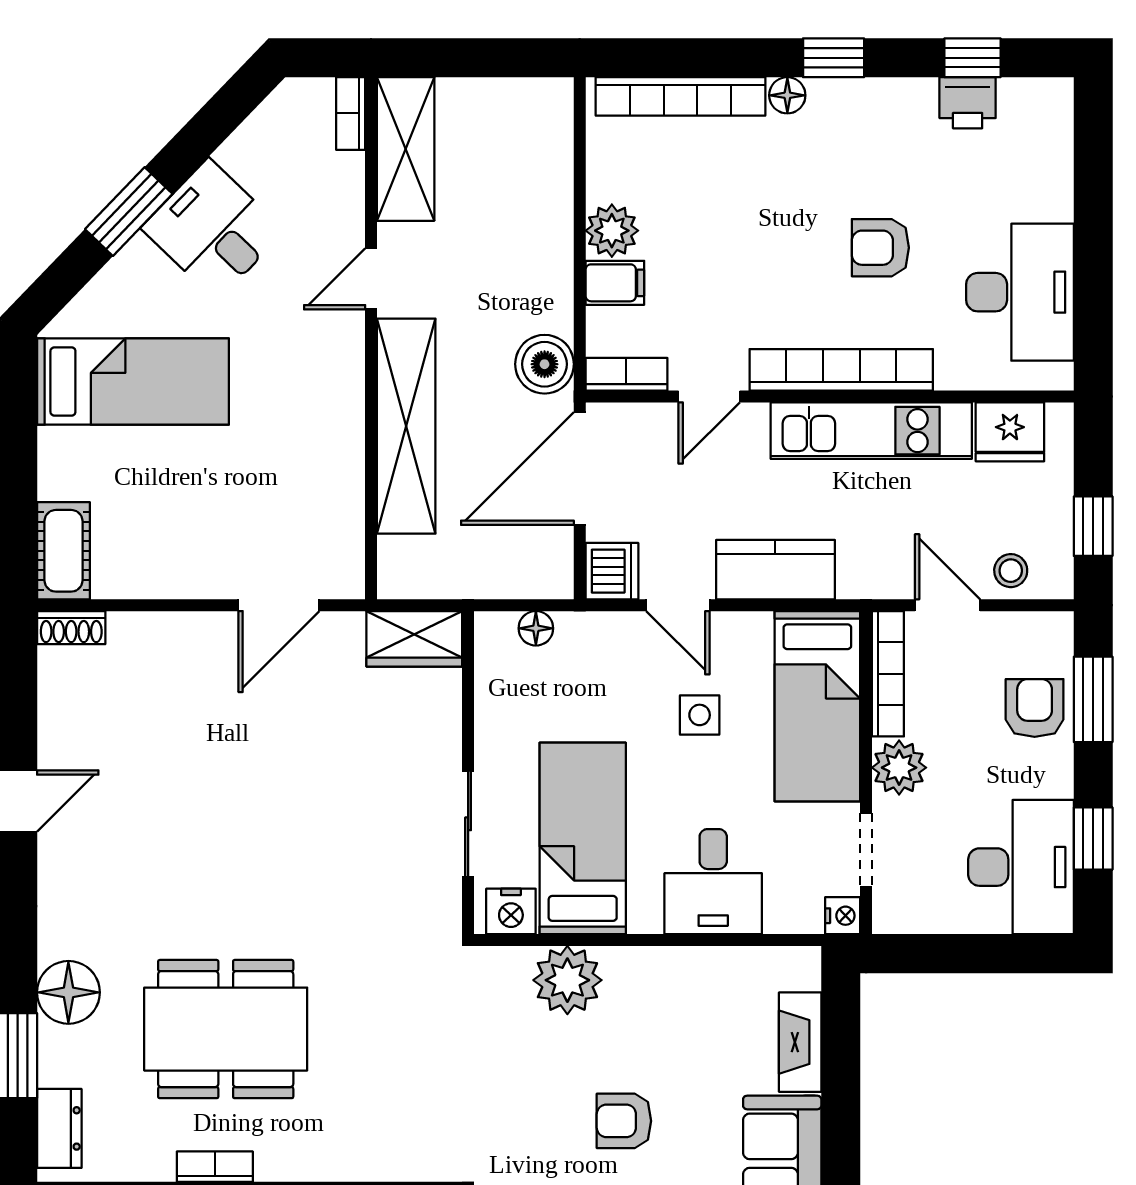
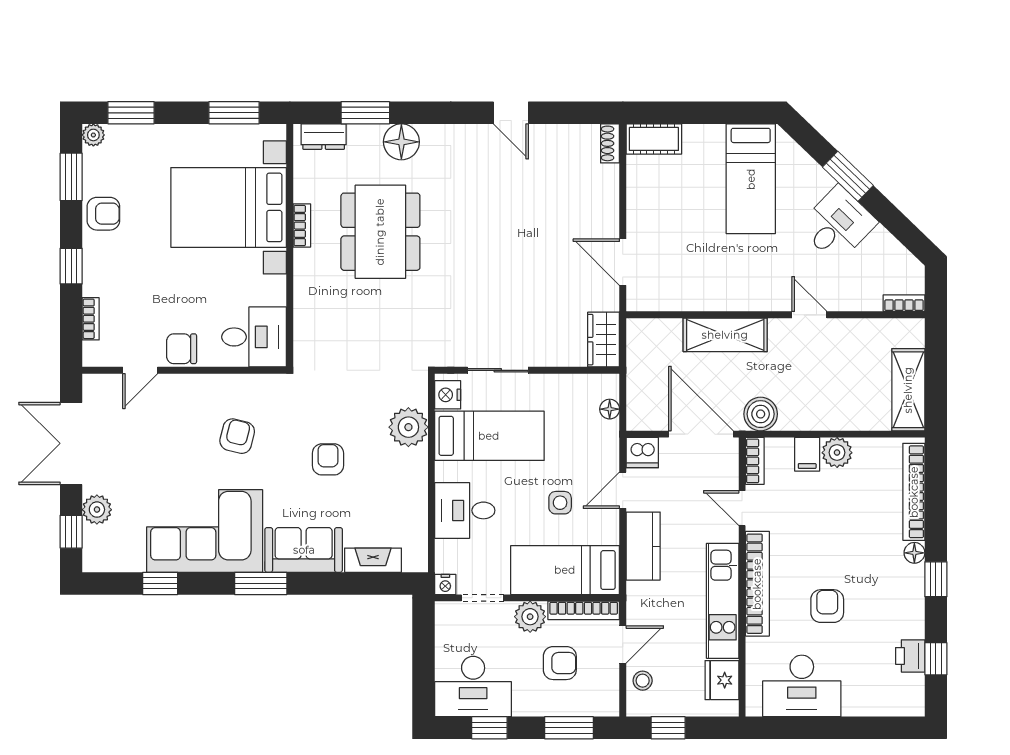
shelving: (406, 149) -> (908, 390), moved, turned 90
shelving: (406, 426) -> (725, 335), width x0.68
armchair: (1035, 708) -> (560, 663), moved

